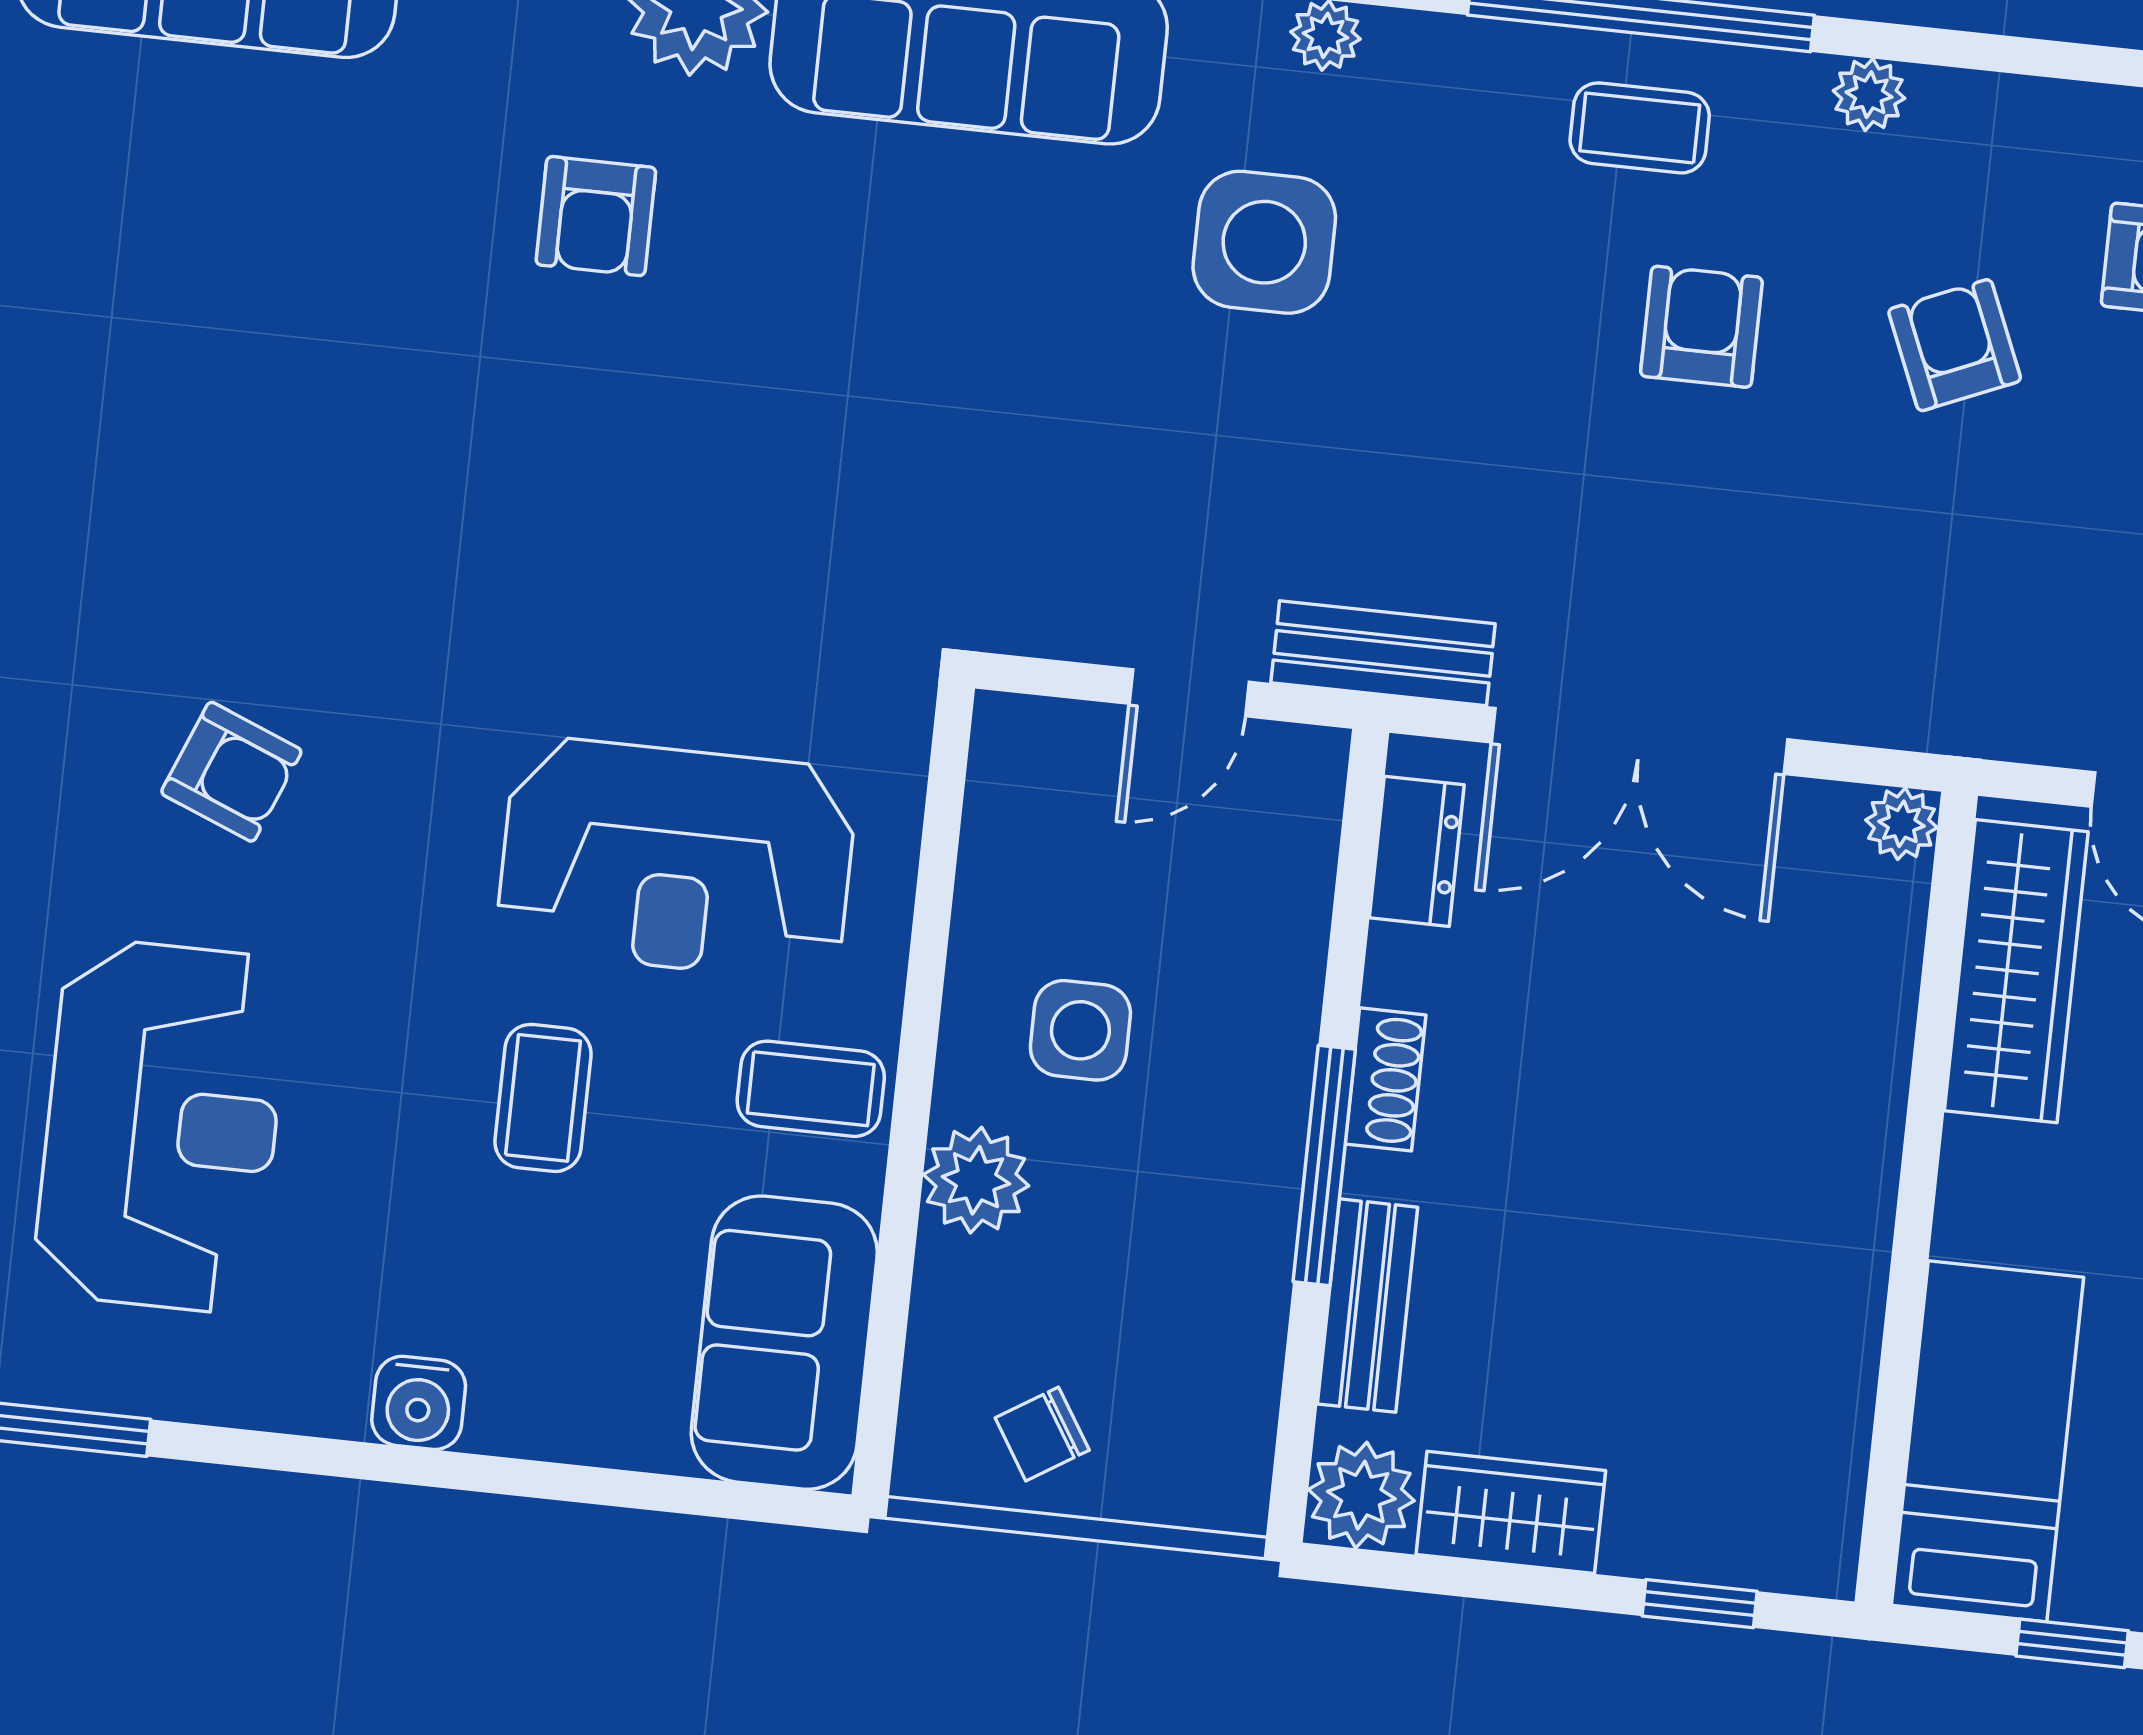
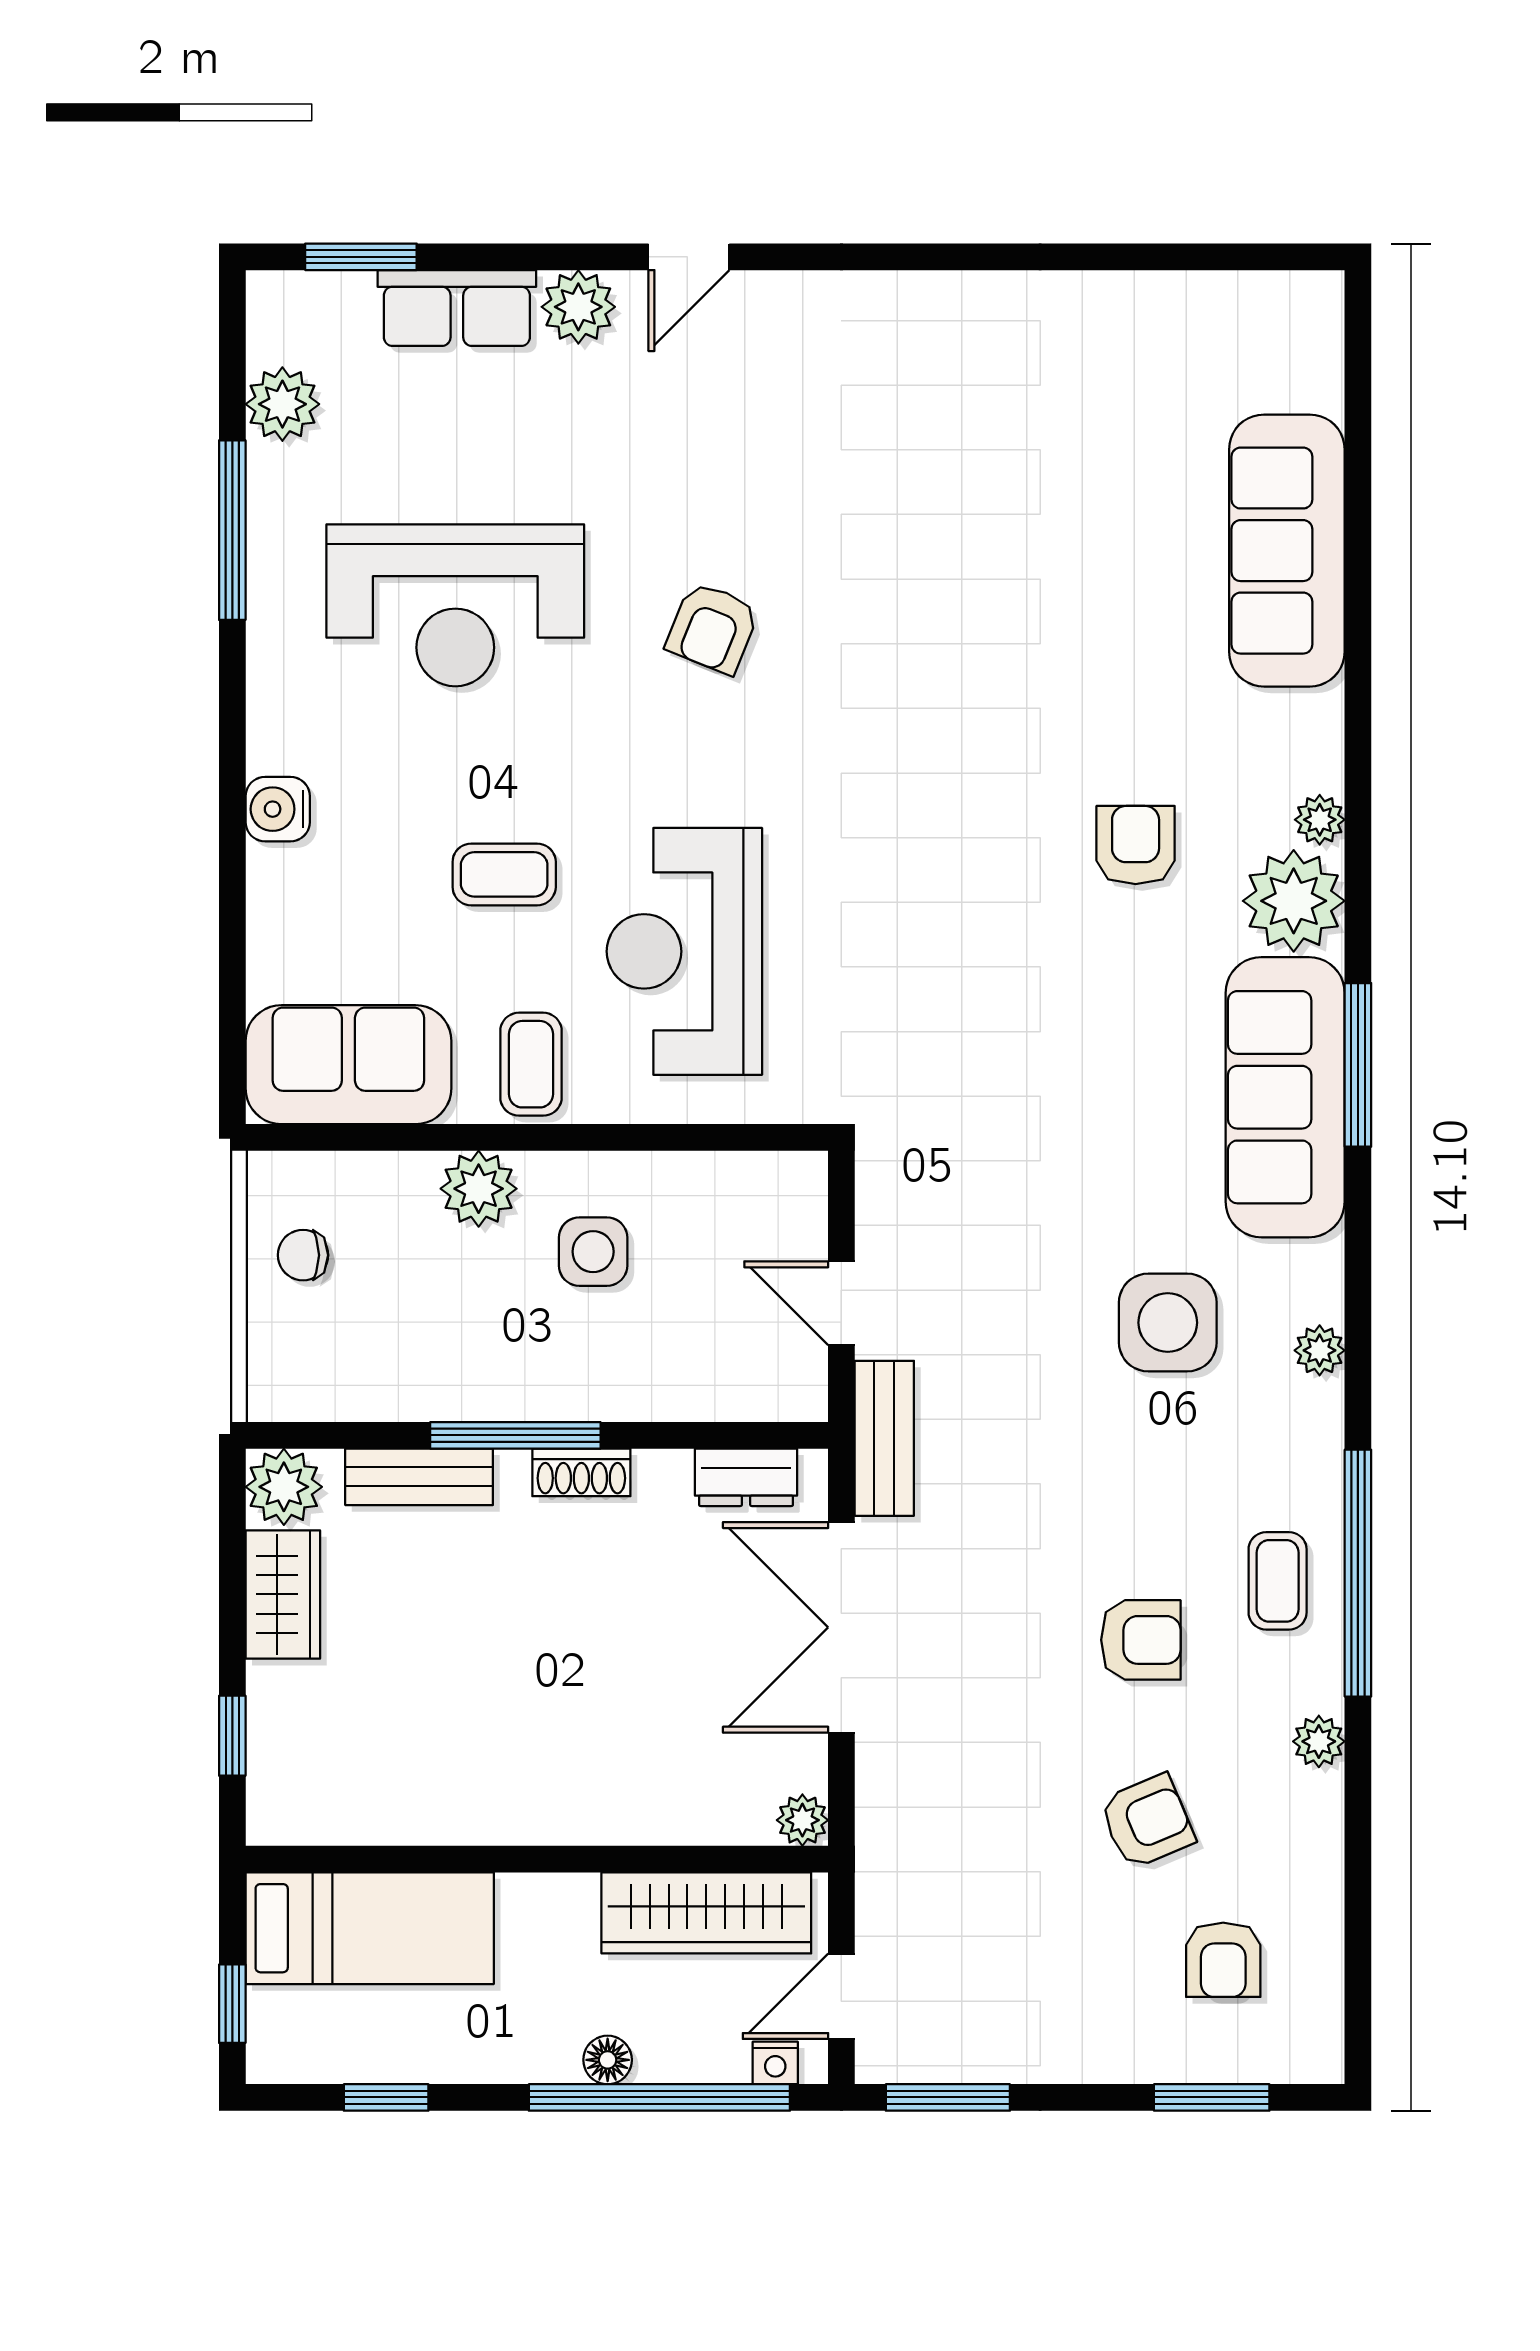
armchair: (596, 216) -> (1136, 845), turned 90
chair: (1042, 1434) -> (303, 1255), turned -58

